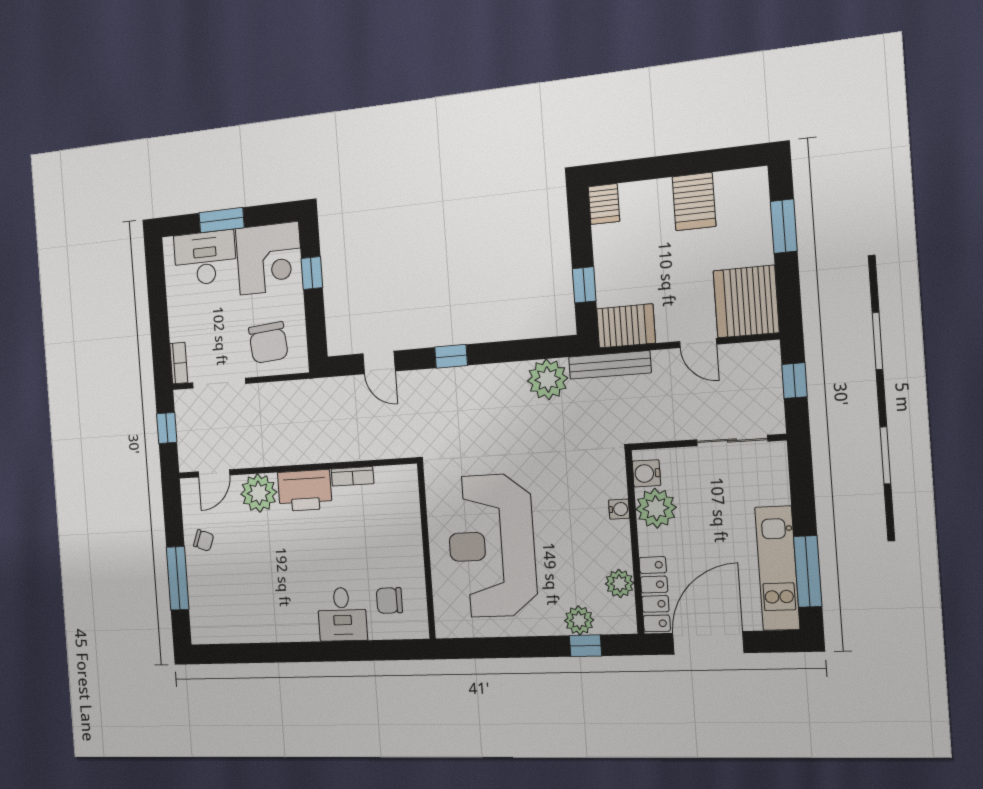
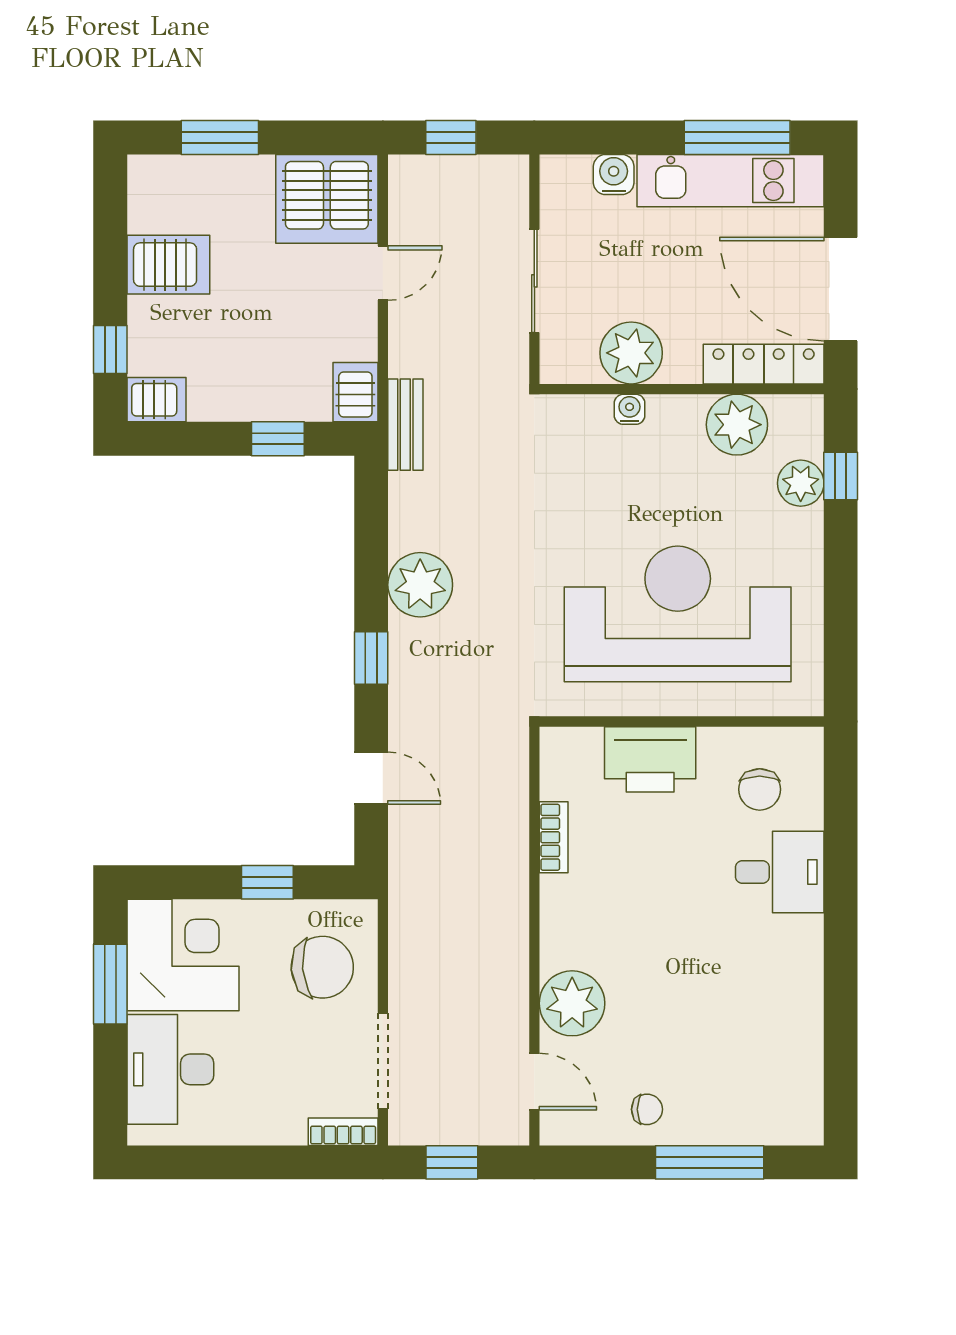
window: (635, 170) -> (110, 349), added
window: (221, 220) -> (110, 984), moved
window: (312, 273) -> (267, 882), moved
server rack: (626, 326) -> (355, 392), width x0.73, depth x0.70
door: (379, 362) -> (371, 778), hinge flipped
bench: (610, 365) -> (405, 425), width x0.73
plant: (548, 379) -> (420, 585), moved
sliding door: (732, 440) -> (534, 281), moved
water cooler: (646, 473) -> (614, 174), moved, turned 180
printer: (305, 490) -> (650, 759), moved, turned 90
chair: (204, 540) -> (647, 1109), turned 69
reception desk: (492, 546) -> (678, 614), turned 180
plant: (620, 583) -> (737, 425), width x1.36, depth x1.36

